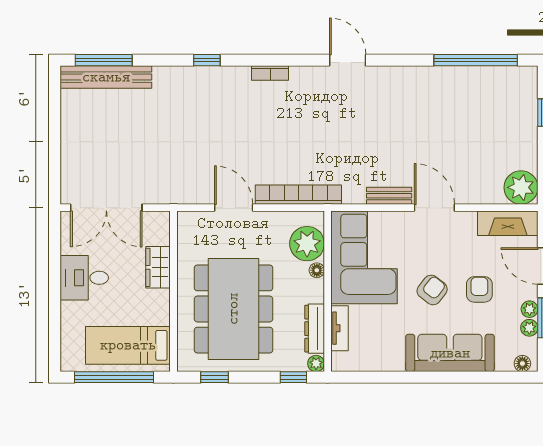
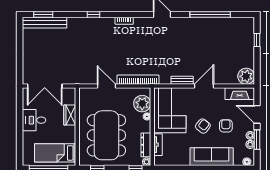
window: (104, 60) -> (43, 14), width x0.69
window: (476, 60) -> (210, 14), moved
door: (434, 208) -> (204, 86), hinge flipped

